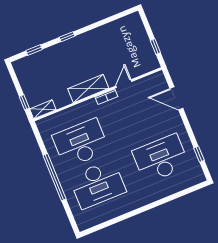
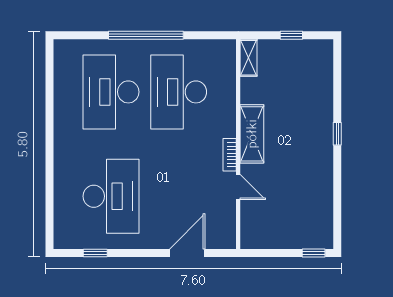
window: (155, 47) -> (314, 253), moved
window: (34, 50) -> (337, 79), removed
window: (24, 102) -> (291, 35), moved
desk: (81, 143) -> (179, 92), turned 180

